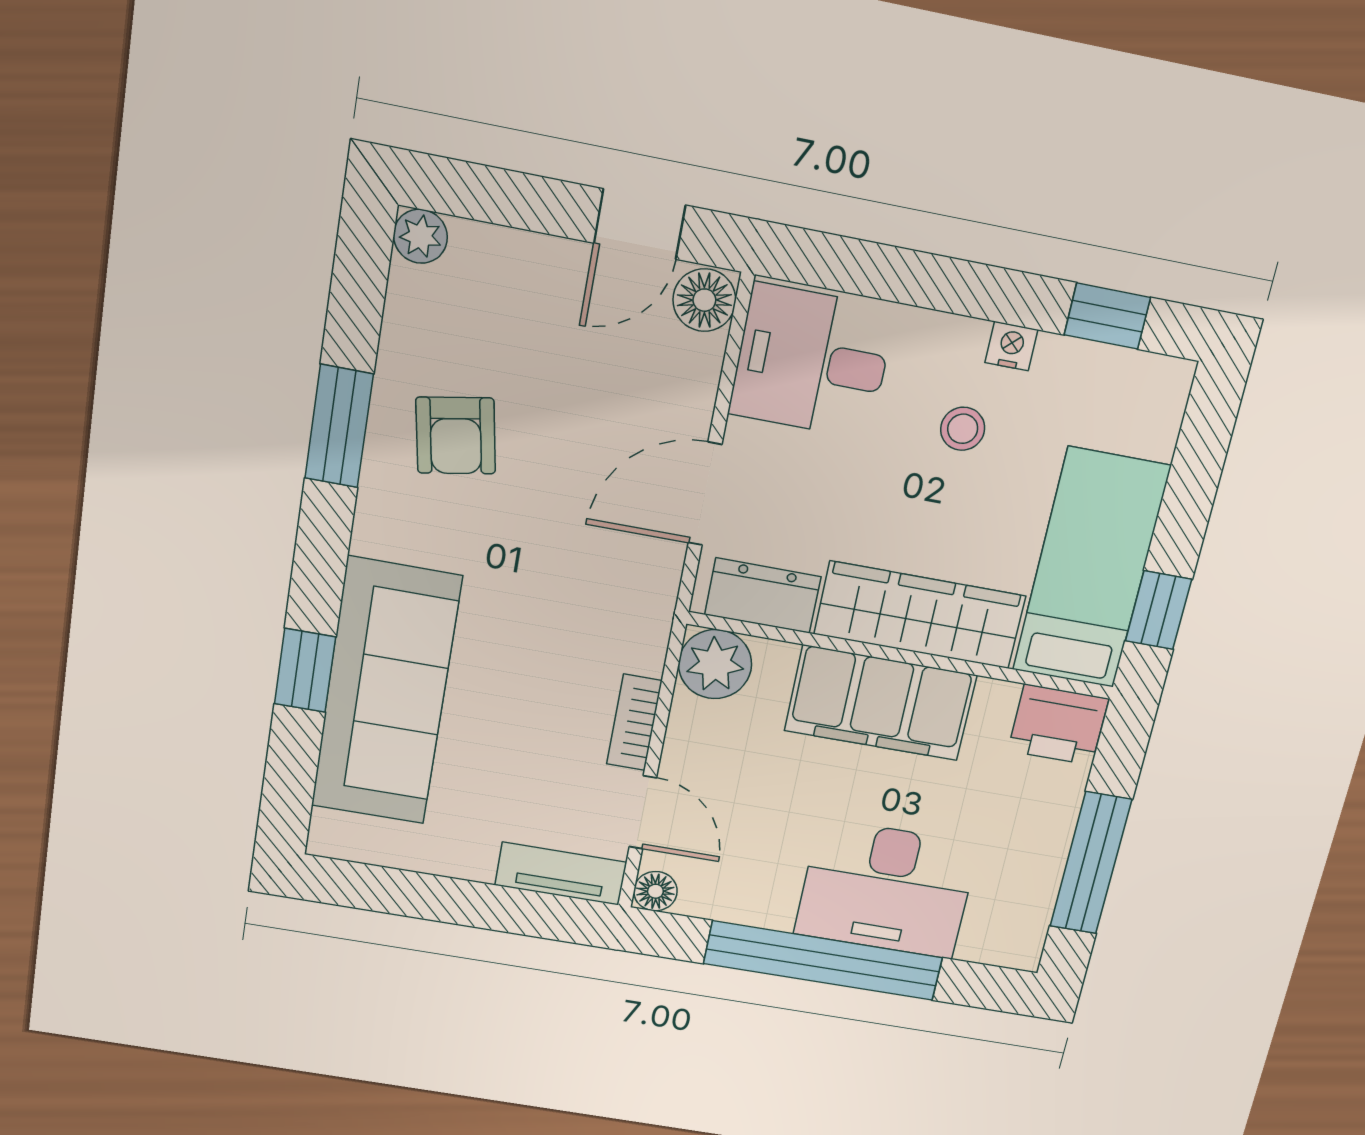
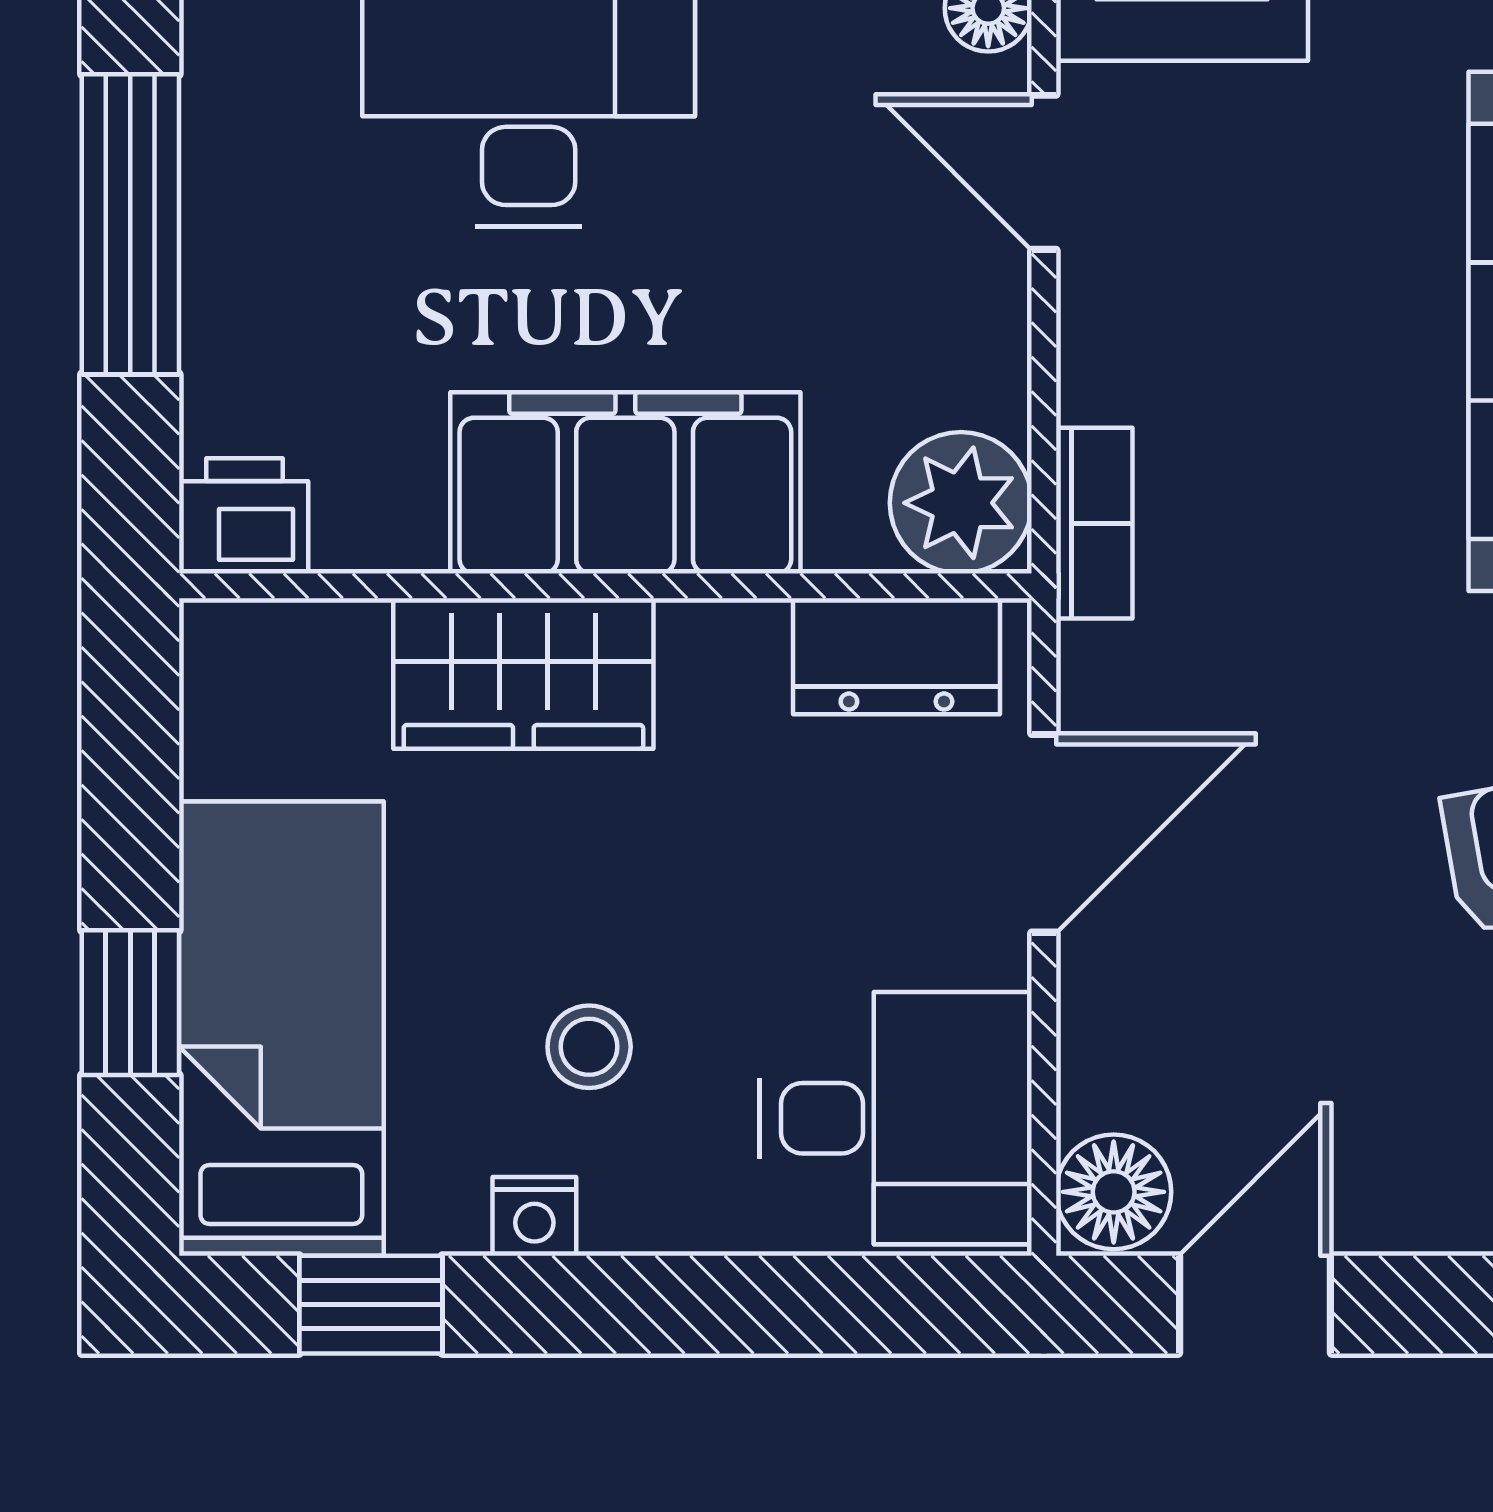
bed: (1091, 569) -> (281, 1029), moved, turned 180
window: (1158, 610) -> (130, 1003), moved
wardrobe: (920, 615) -> (523, 673), width x0.67
bookcase: (634, 722) -> (1094, 523), moved
printer: (1058, 725) -> (245, 516), width x0.73, depth x0.81

